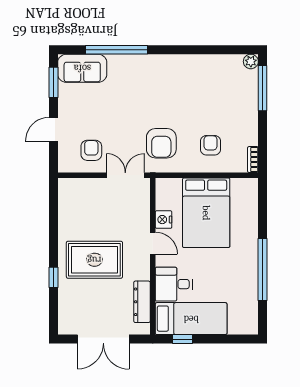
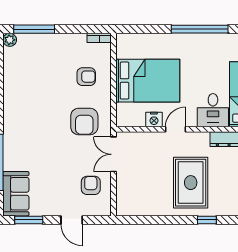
armchair: (161, 143) -> (84, 121), turned 90
armchair: (211, 145) -> (86, 77), turned 180
armchair: (91, 150) -> (91, 185), turned 90

